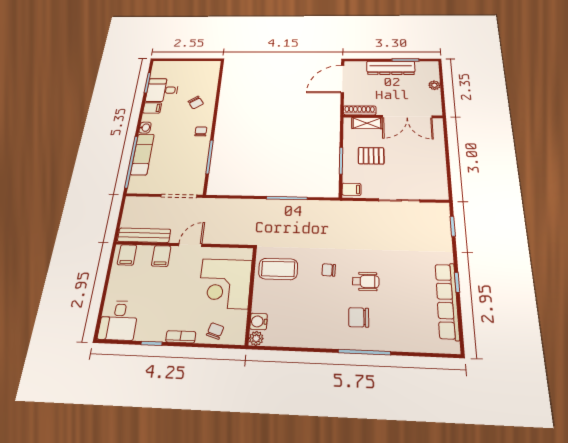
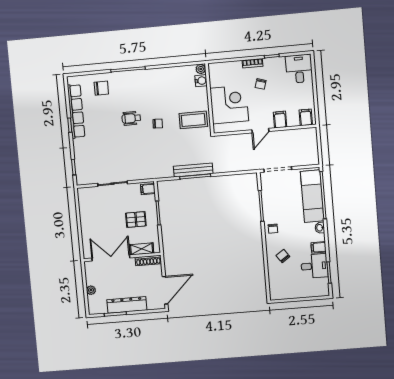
exam couch: (142, 154) -> (312, 196), width x1.36, depth x1.45
bench: (144, 235) -> (193, 170), moved
chair: (359, 317) -> (101, 88), moved
chair: (215, 331) -> (261, 84), moved

